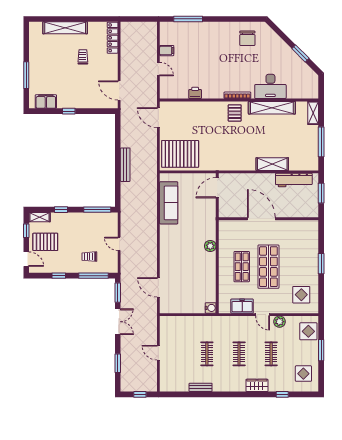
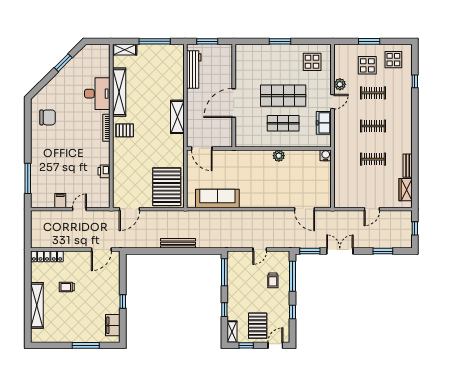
shelving: (272, 164) -> (177, 117), moved
plant: (210, 246) -> (279, 156), moved
door: (158, 287) -> (305, 209), hinge flipped
display table: (308, 331) -> (367, 65), moved
wardrobe: (257, 385) -> (406, 190), moved

